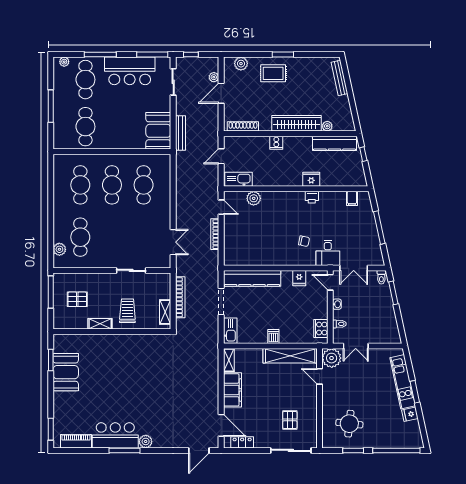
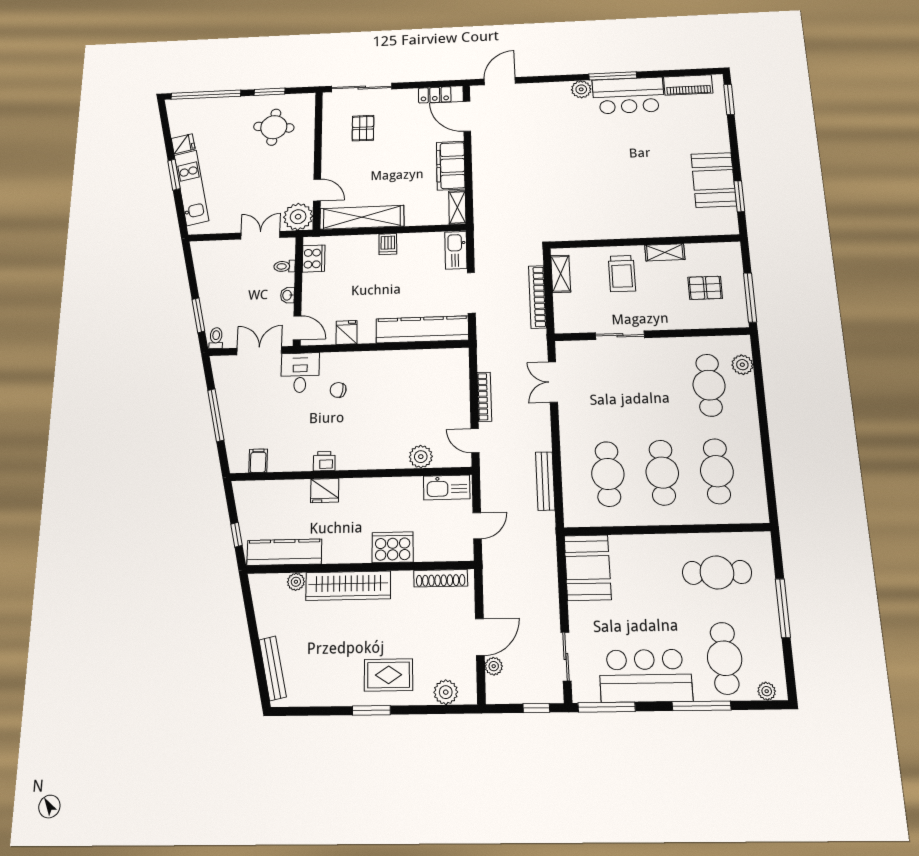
cafe table: (85, 127) -> (717, 572), turned 90
bench: (180, 133) -> (545, 481), moved
cooker: (276, 143) -> (393, 547), width x1.87, depth x1.31

